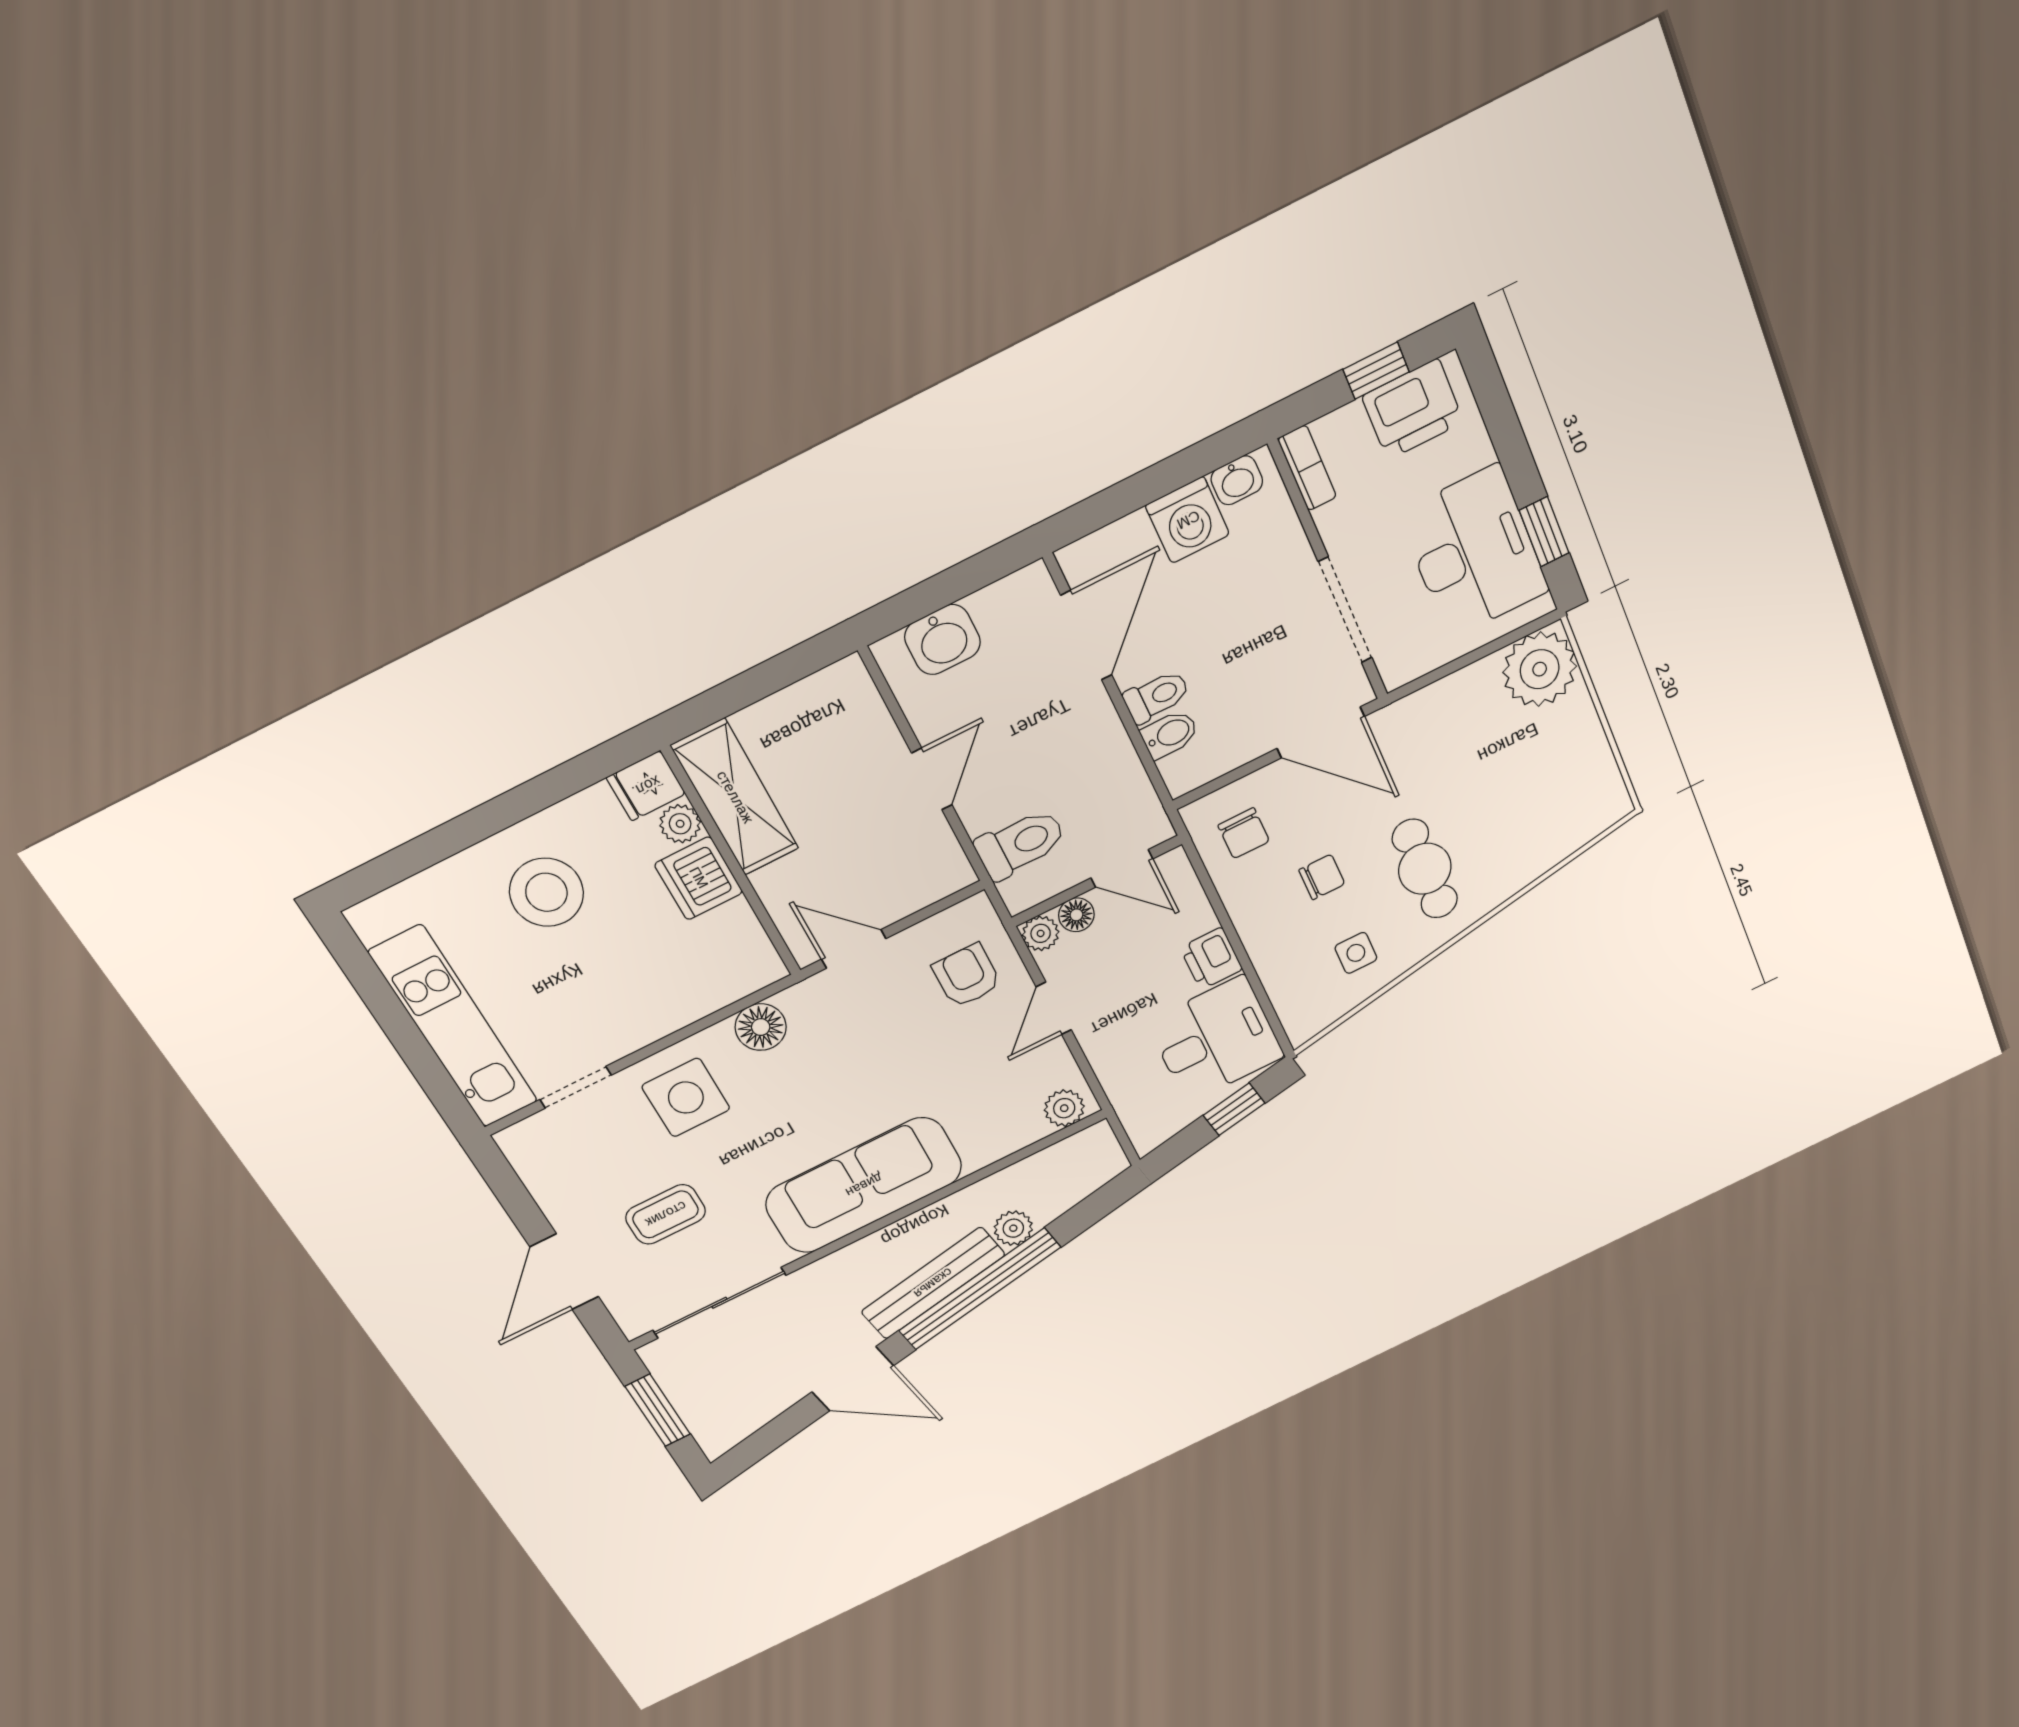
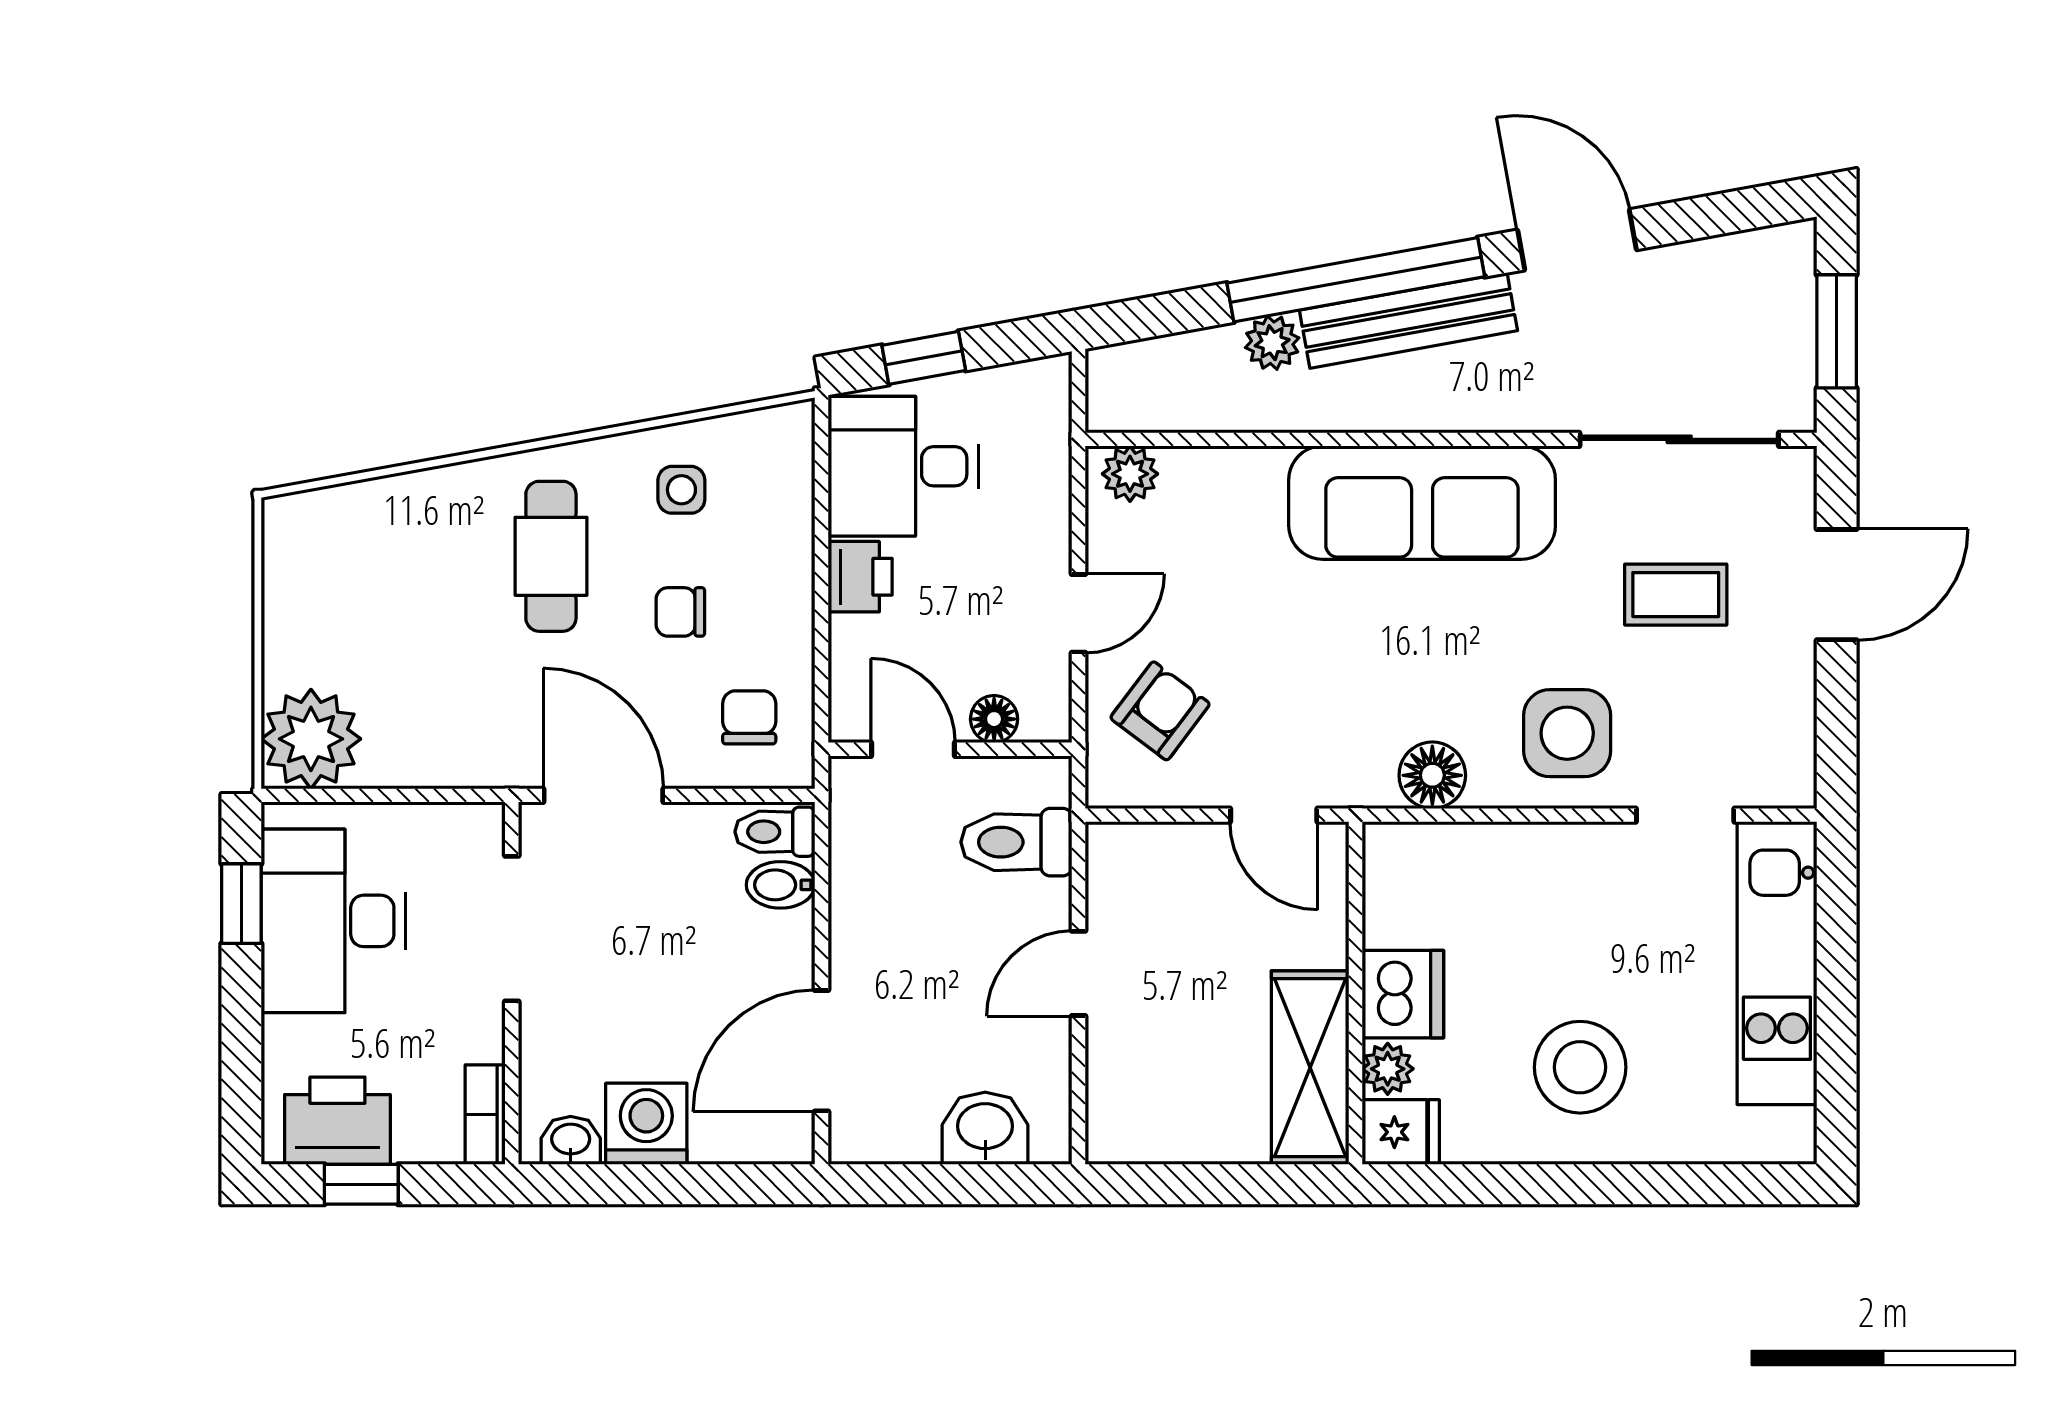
toilet: (1157, 696) -> (775, 832), moved
plant: (1041, 933) -> (1047, 718), removed
armchair: (967, 976) -> (1160, 711), turned -143

